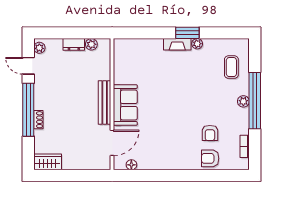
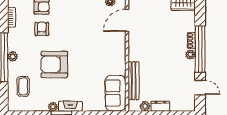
plant: (39, 48) -> (190, 54), moved
armchair: (196, 92) -> (54, 64), added
bench: (105, 103) -> (134, 81), moved
sofa: (125, 105) -> (115, 93), moved

